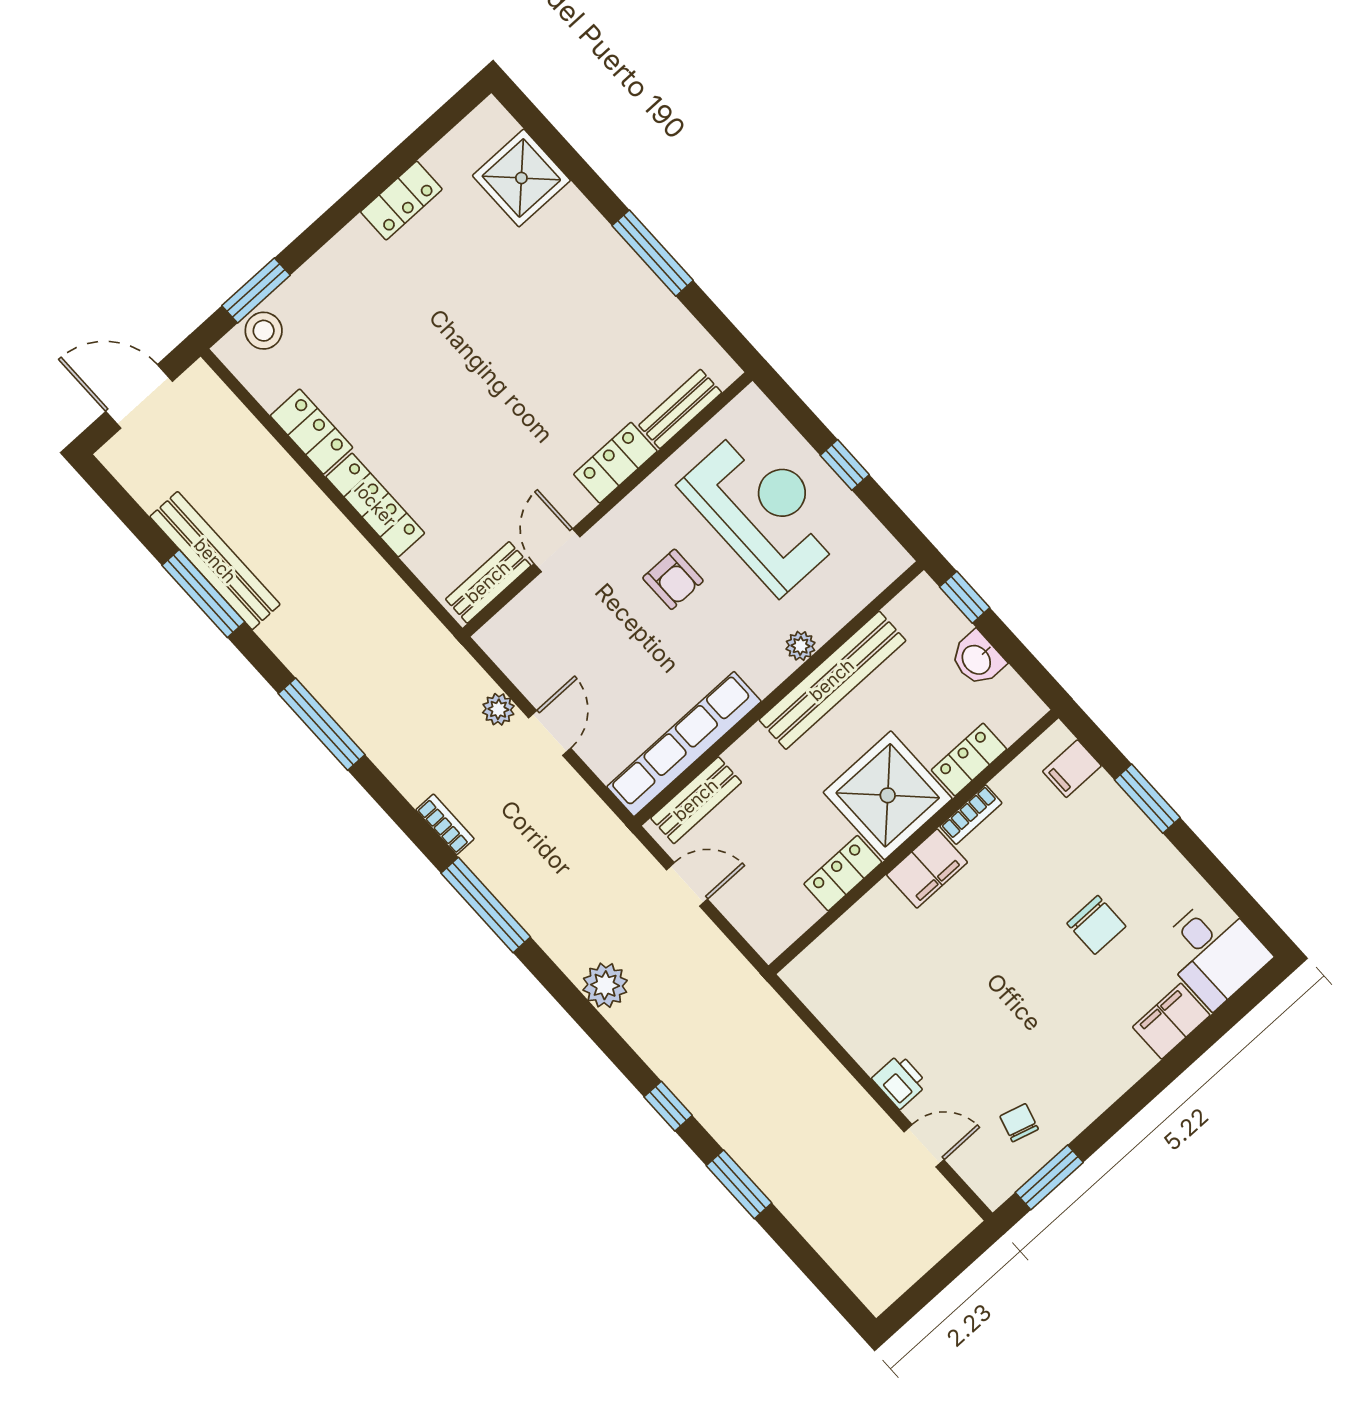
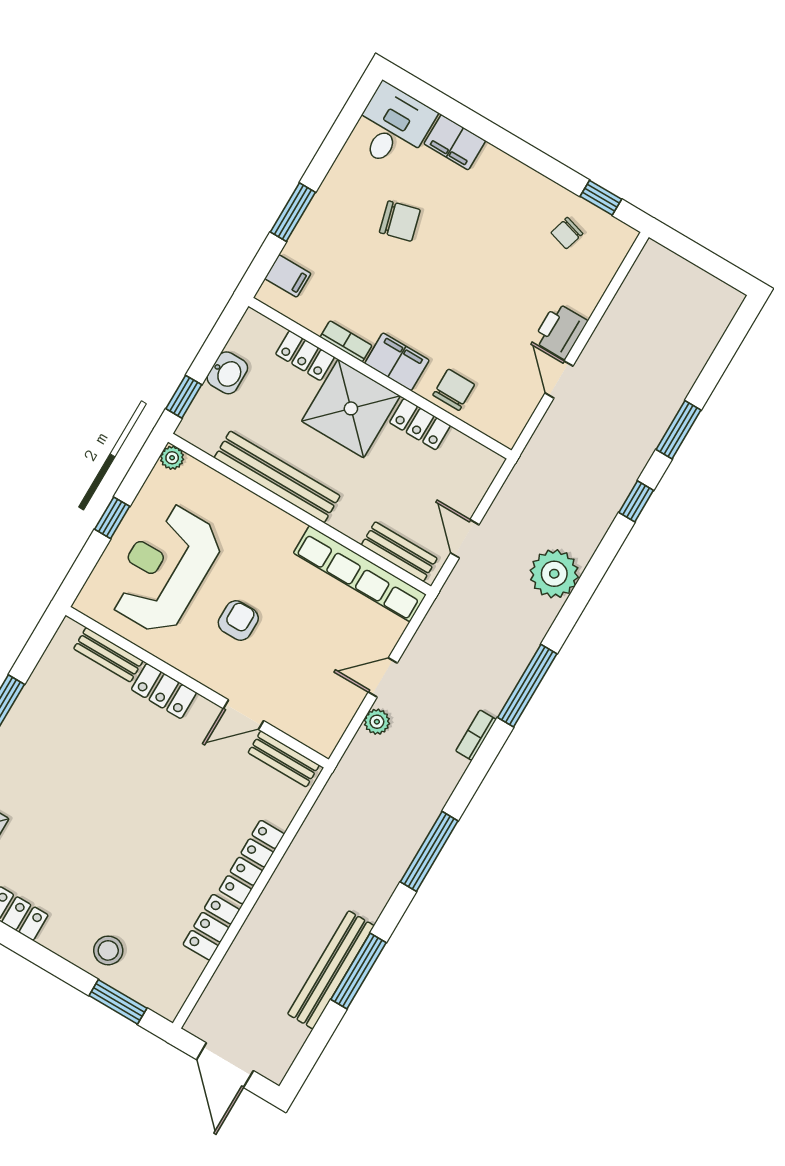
stool: (264, 331) -> (108, 950), moved
plant: (801, 646) -> (172, 458), moved
chair: (1096, 925) -> (400, 221), turned 75
chair: (872, 927) -> (454, 390), added
plant: (605, 985) -> (554, 574), width x1.36, depth x1.36
printer: (900, 1081) -> (560, 331), width x1.36, depth x1.24
door: (924, 1146) -> (559, 380), moved
window: (1049, 1177) -> (601, 198), width x0.67

